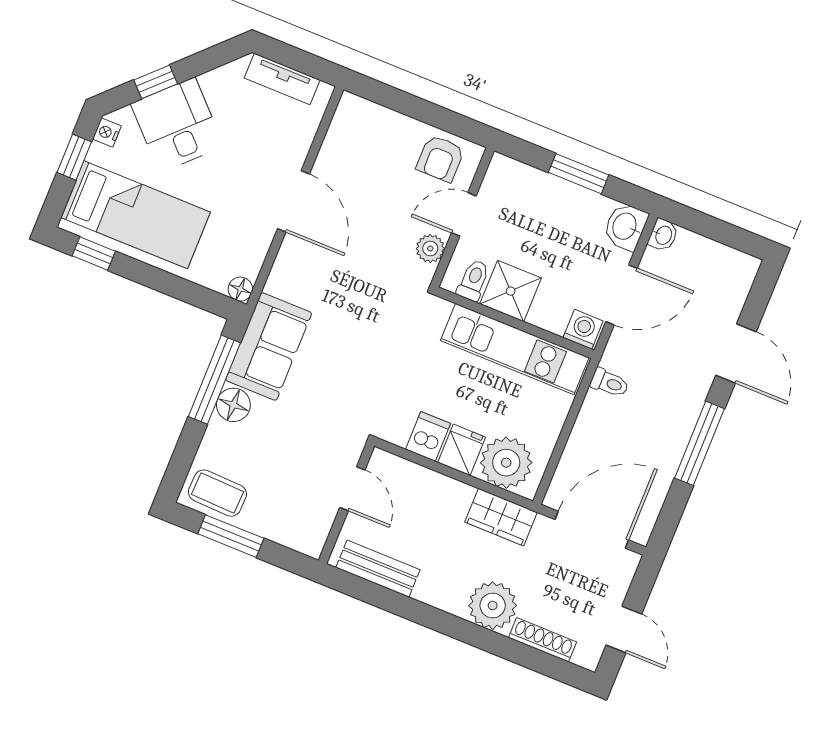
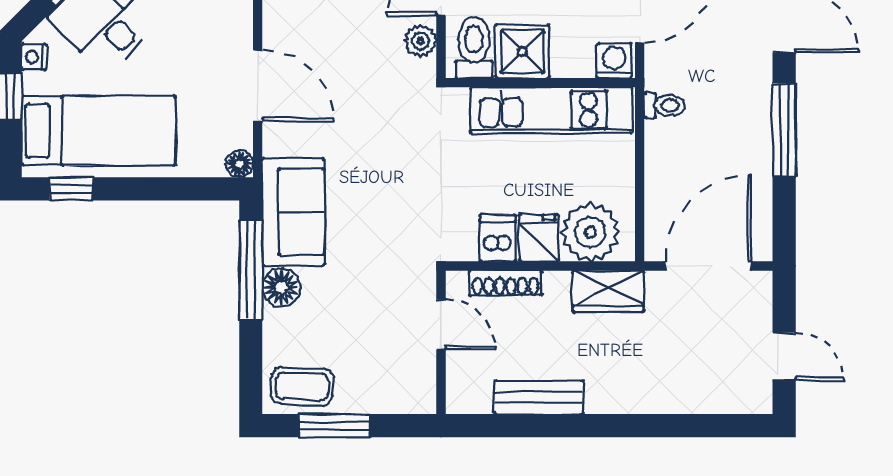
door: (293, 201) -> (258, 86), moved
toilet: (473, 280) -> (474, 47), width x1.37, depth x1.39
bench: (378, 569) -> (539, 397), moved
plant: (493, 606) -> (637, 387), removed
shoe rack: (543, 640) -> (505, 283), moved, turned 180

